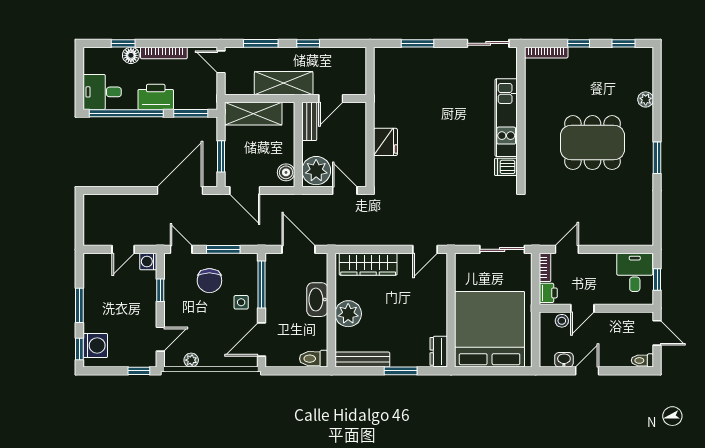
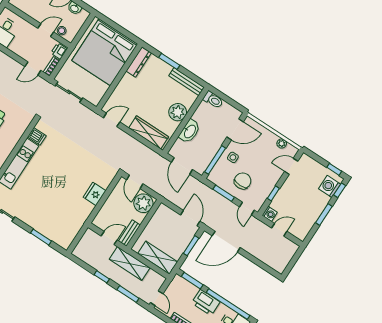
boiler: (286, 172) -> (161, 213), removed
dresser: (439, 351) -> (139, 62), width x1.44
window: (139, 371) -> (334, 169), moved

